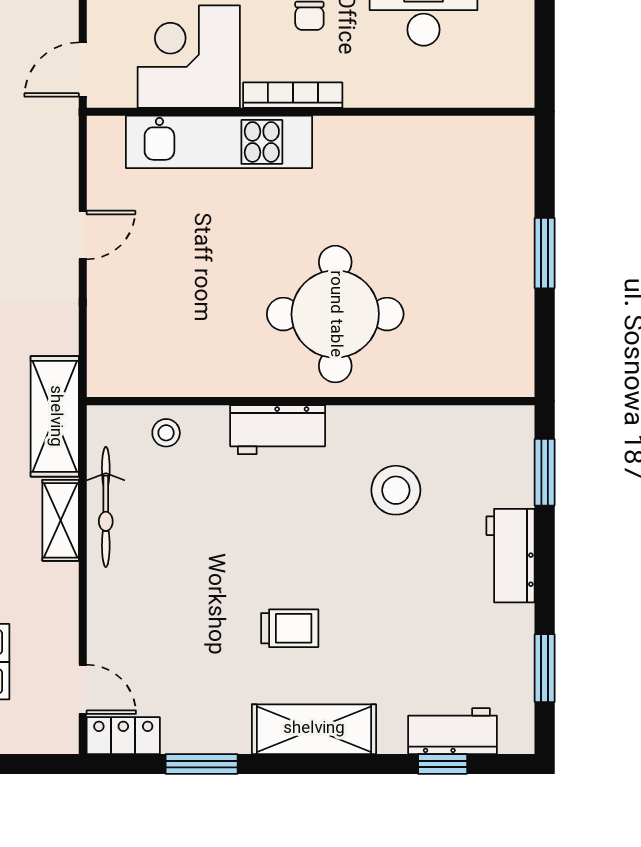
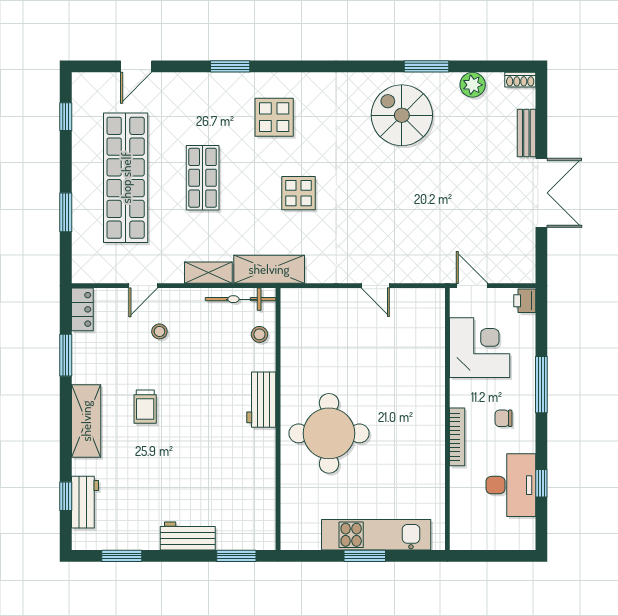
bookcase: (293, 95) -> (457, 437), moved
kitchen unit: (219, 142) -> (376, 535), moved, turned 90
stool: (396, 490) -> (159, 331), moved, width x0.53, depth x0.53
bicycle: (106, 507) -> (240, 299), moved
door: (83, 689) -> (143, 286), moved

